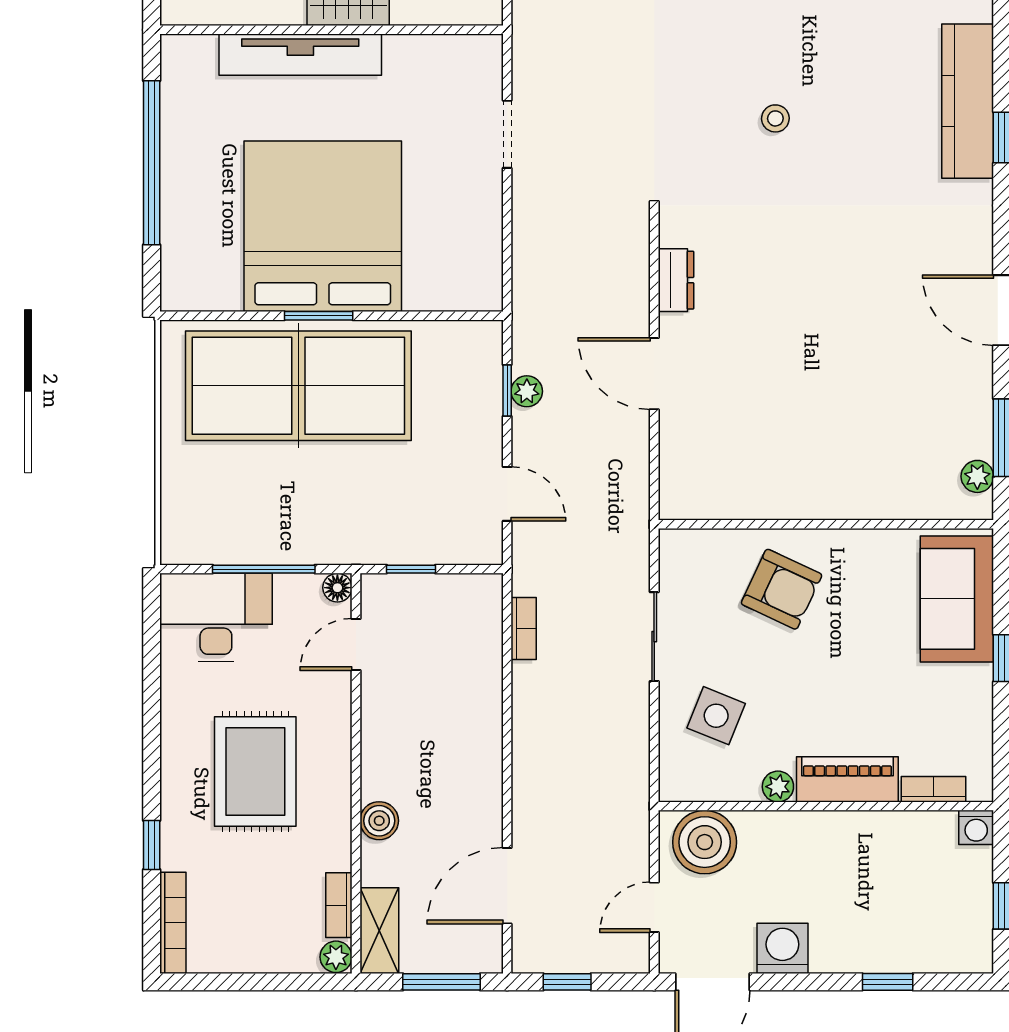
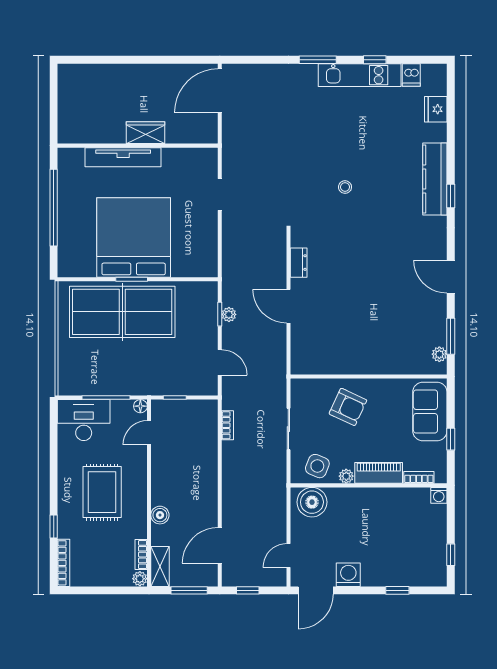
piano: (847, 779) -> (379, 473), moved
plant: (778, 787) -> (346, 476), moved
bookcase: (934, 789) -> (419, 477), moved
wall: (826, 806) -> (369, 485), moved
washing machine: (976, 827) -> (439, 495), moved
boiler: (705, 842) -> (312, 502), moved

